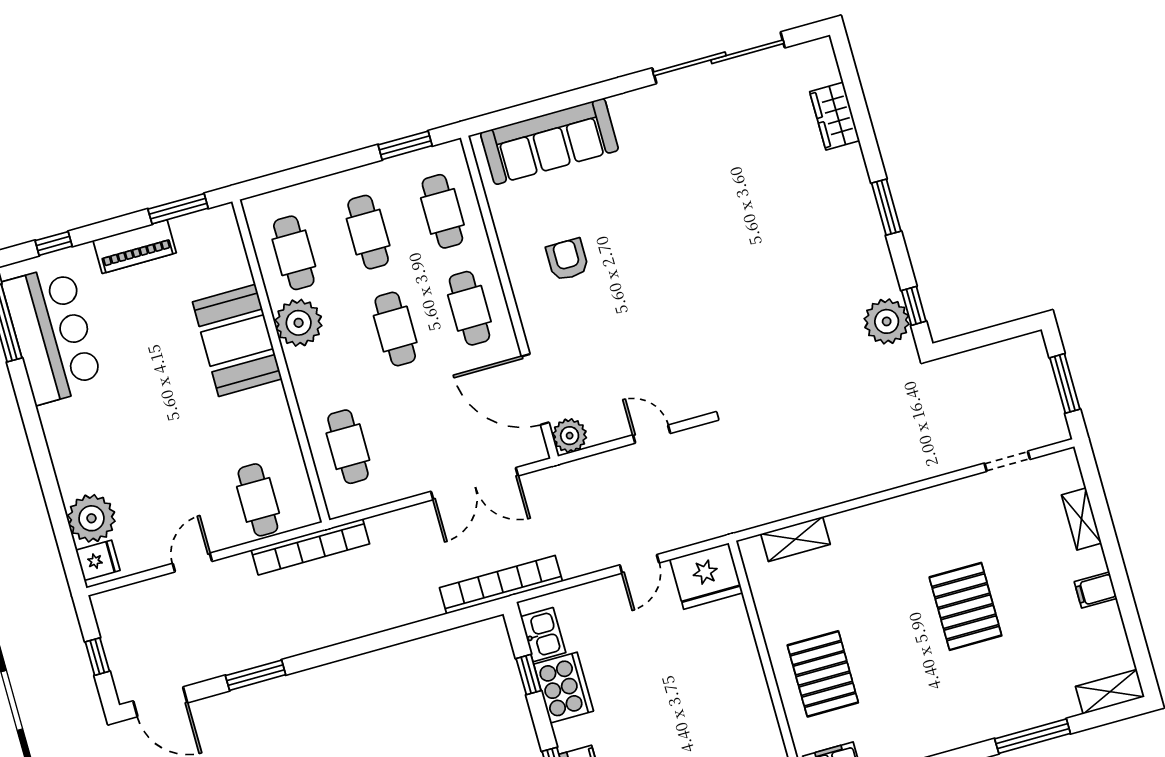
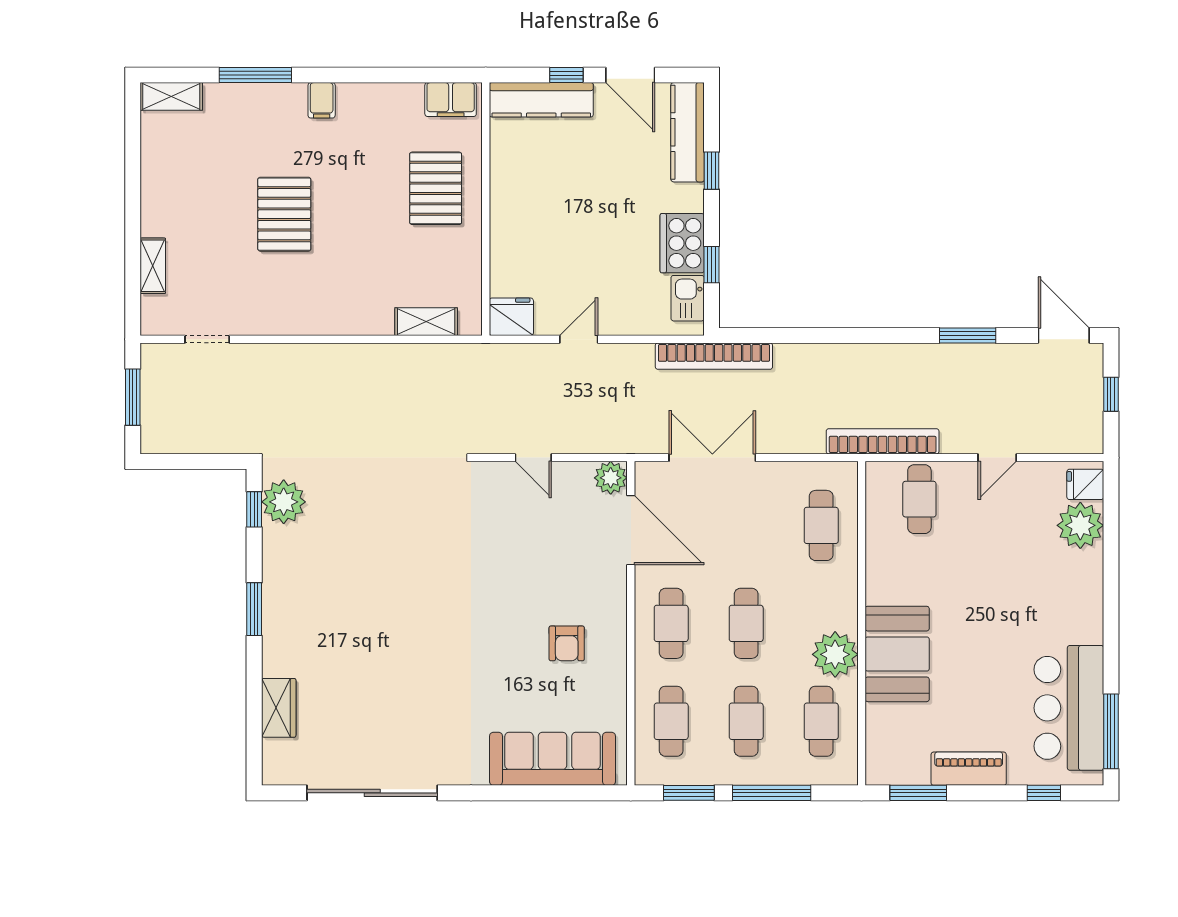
window: (323, 168) -> (772, 793), added
fridge: (706, 576) -> (511, 317), width x0.73, depth x0.75
filing cabinet: (1096, 590) -> (322, 100), moved, turned 90

